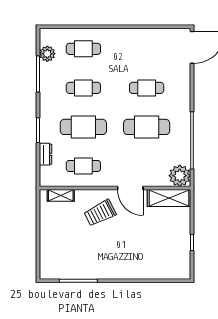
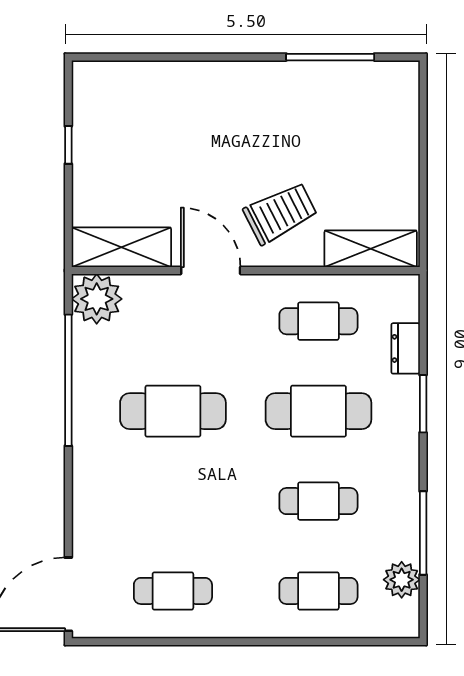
cafe table: (147, 88) -> (173, 591), moved
shelving: (61, 195) -> (371, 249), width x1.50, depth x1.33

